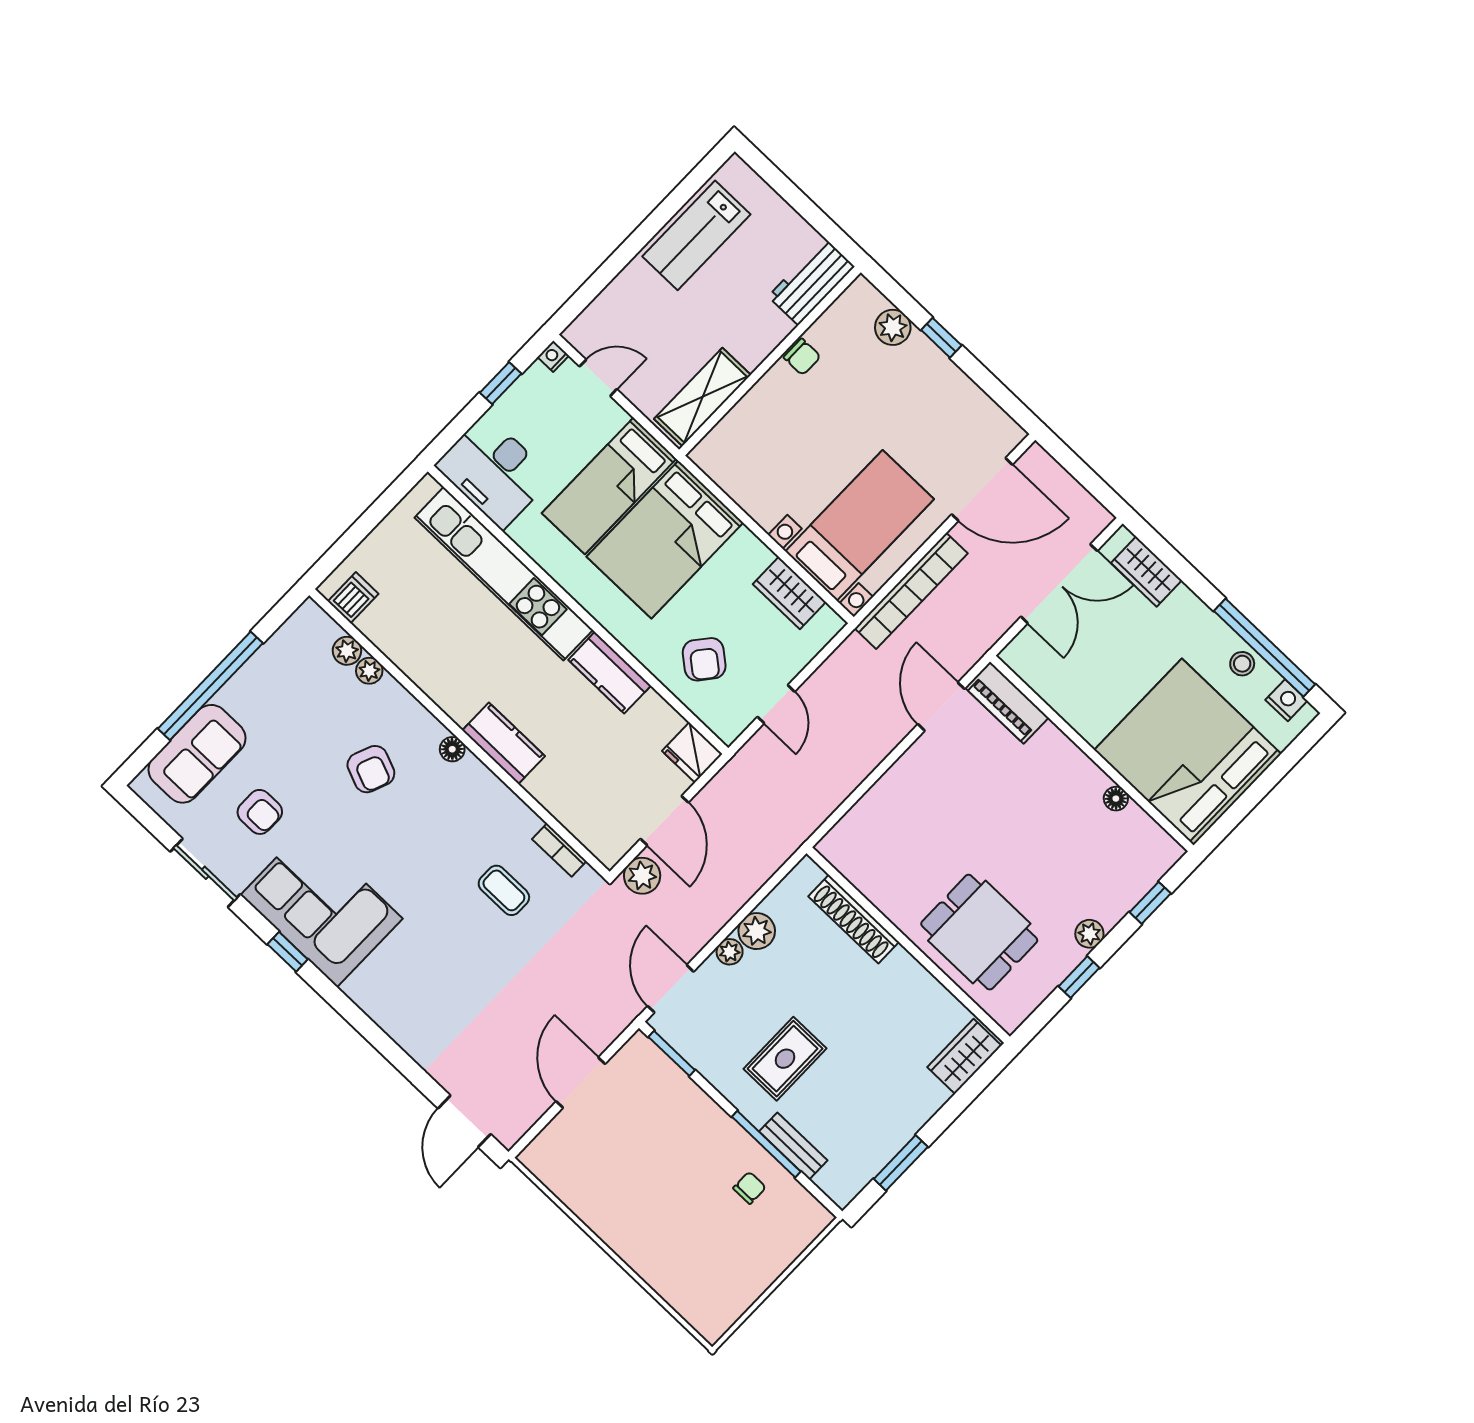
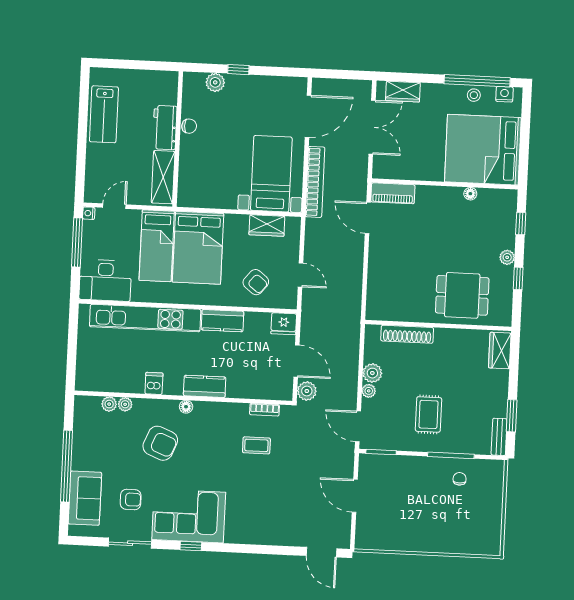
workbench: (811, 281) -> (165, 128), moved
window: (501, 383) -> (77, 242), width x2.17
dishwasher: (353, 598) -> (154, 383), moved
armchair: (371, 769) -> (160, 443), width x1.38, depth x1.38
bench: (793, 1146) -> (499, 437), moved, turned 90

